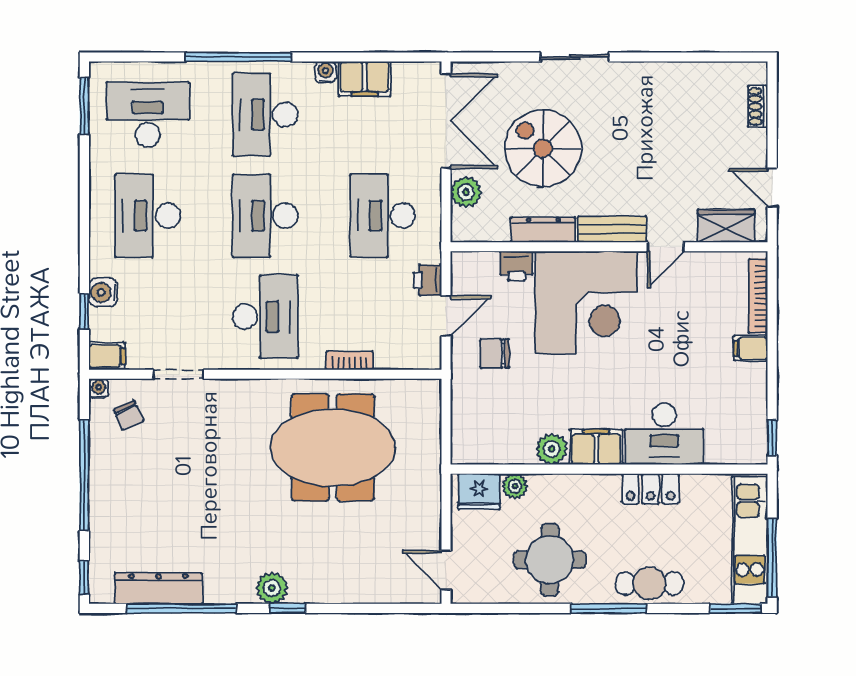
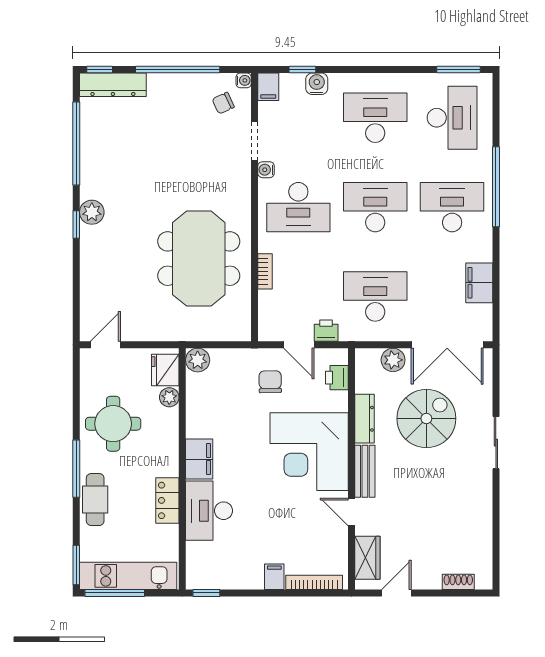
water cooler: (325, 72) -> (266, 170), moved, turned 180
printer: (517, 266) -> (337, 378), moved
plant: (552, 449) -> (198, 360), moved
dresser: (158, 588) -> (113, 85), moved, turned 90

